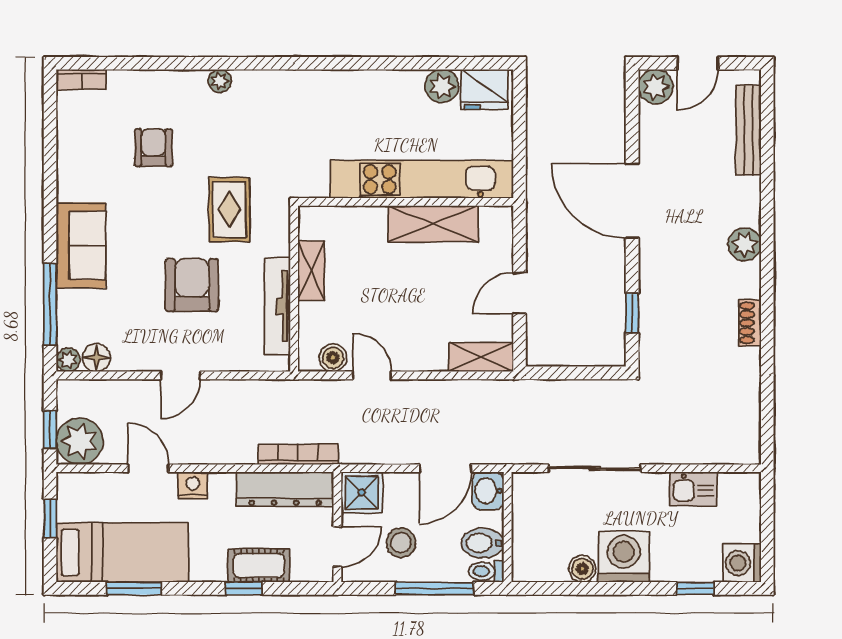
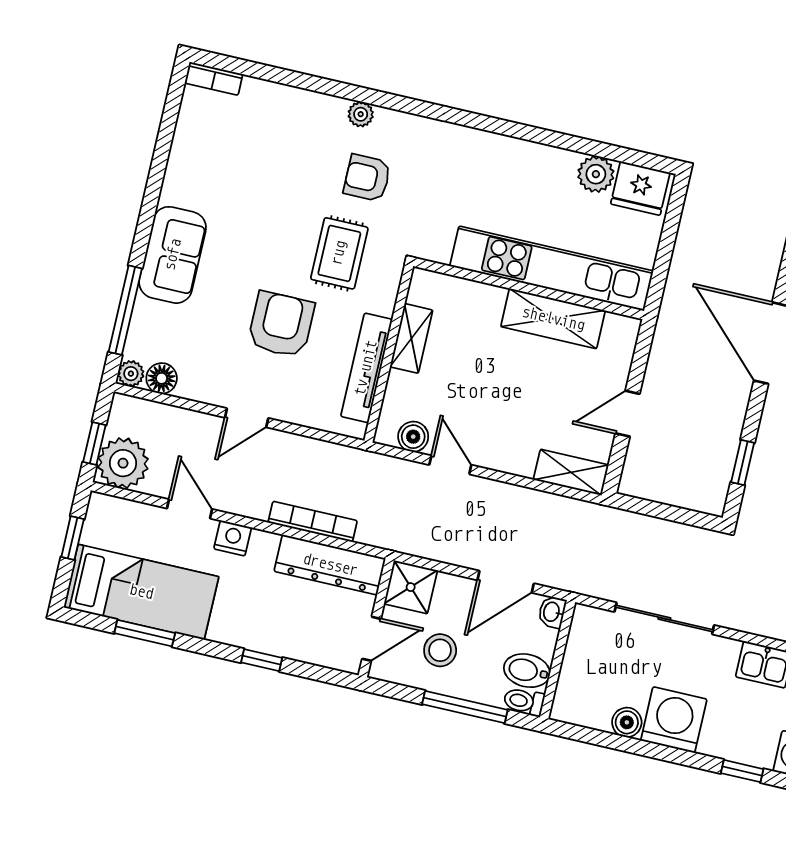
armchair: (153, 148) -> (367, 178), moved, turned -90
bookcase: (298, 454) -> (313, 522), moved
washbasin: (488, 491) -> (552, 612), width x0.72, depth x0.69
cot: (259, 566) -> (283, 639), removed

